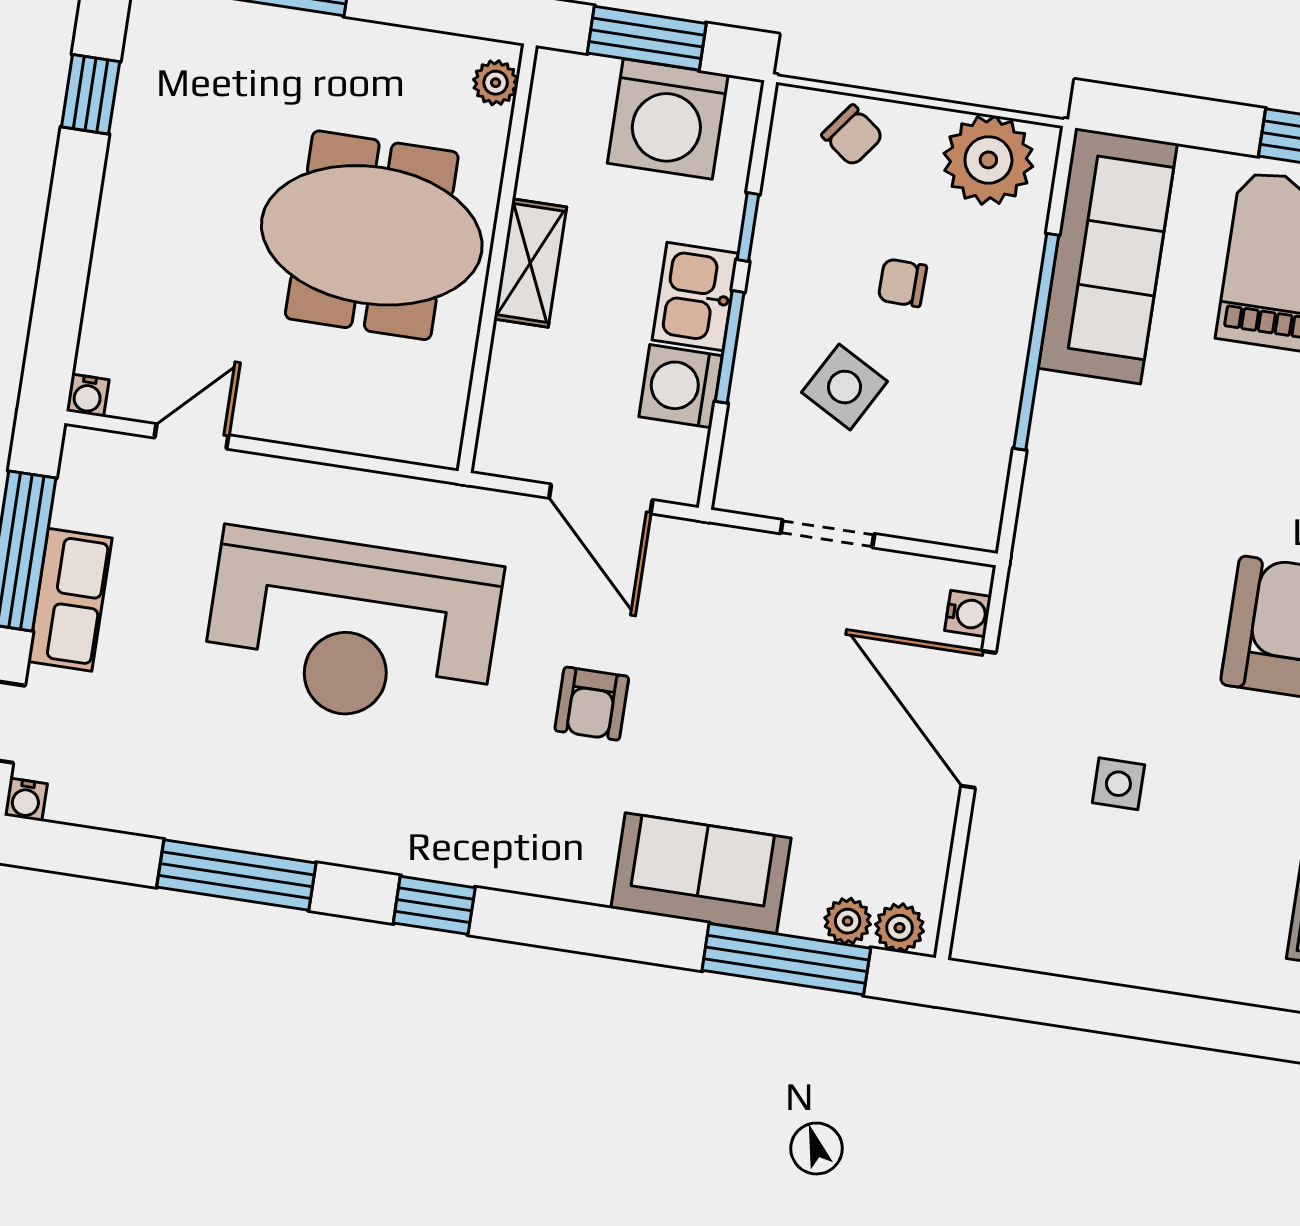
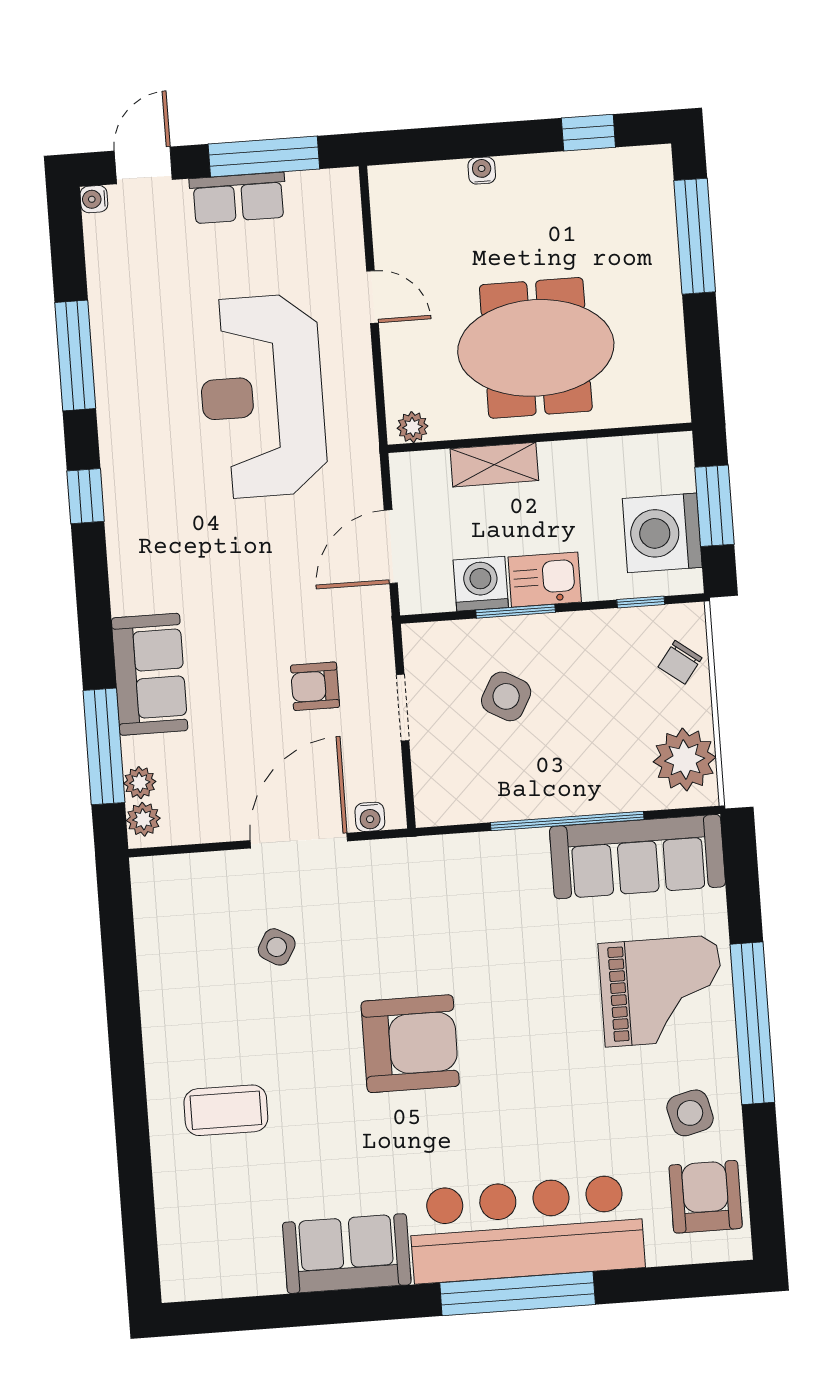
plant: (496, 83) -> (413, 427), moved
window: (748, 227) -> (641, 602), moved
meeting table: (372, 235) -> (536, 348), turned 90
shelving: (530, 263) -> (494, 465), moved
chair: (902, 283) -> (587, 720), removed
water cooler: (88, 395) -> (482, 171), moved, turned 90
door: (191, 436) -> (372, 297), moved
armchair: (592, 704) -> (315, 686), moved
side table: (1118, 784) -> (277, 947), turned 30

